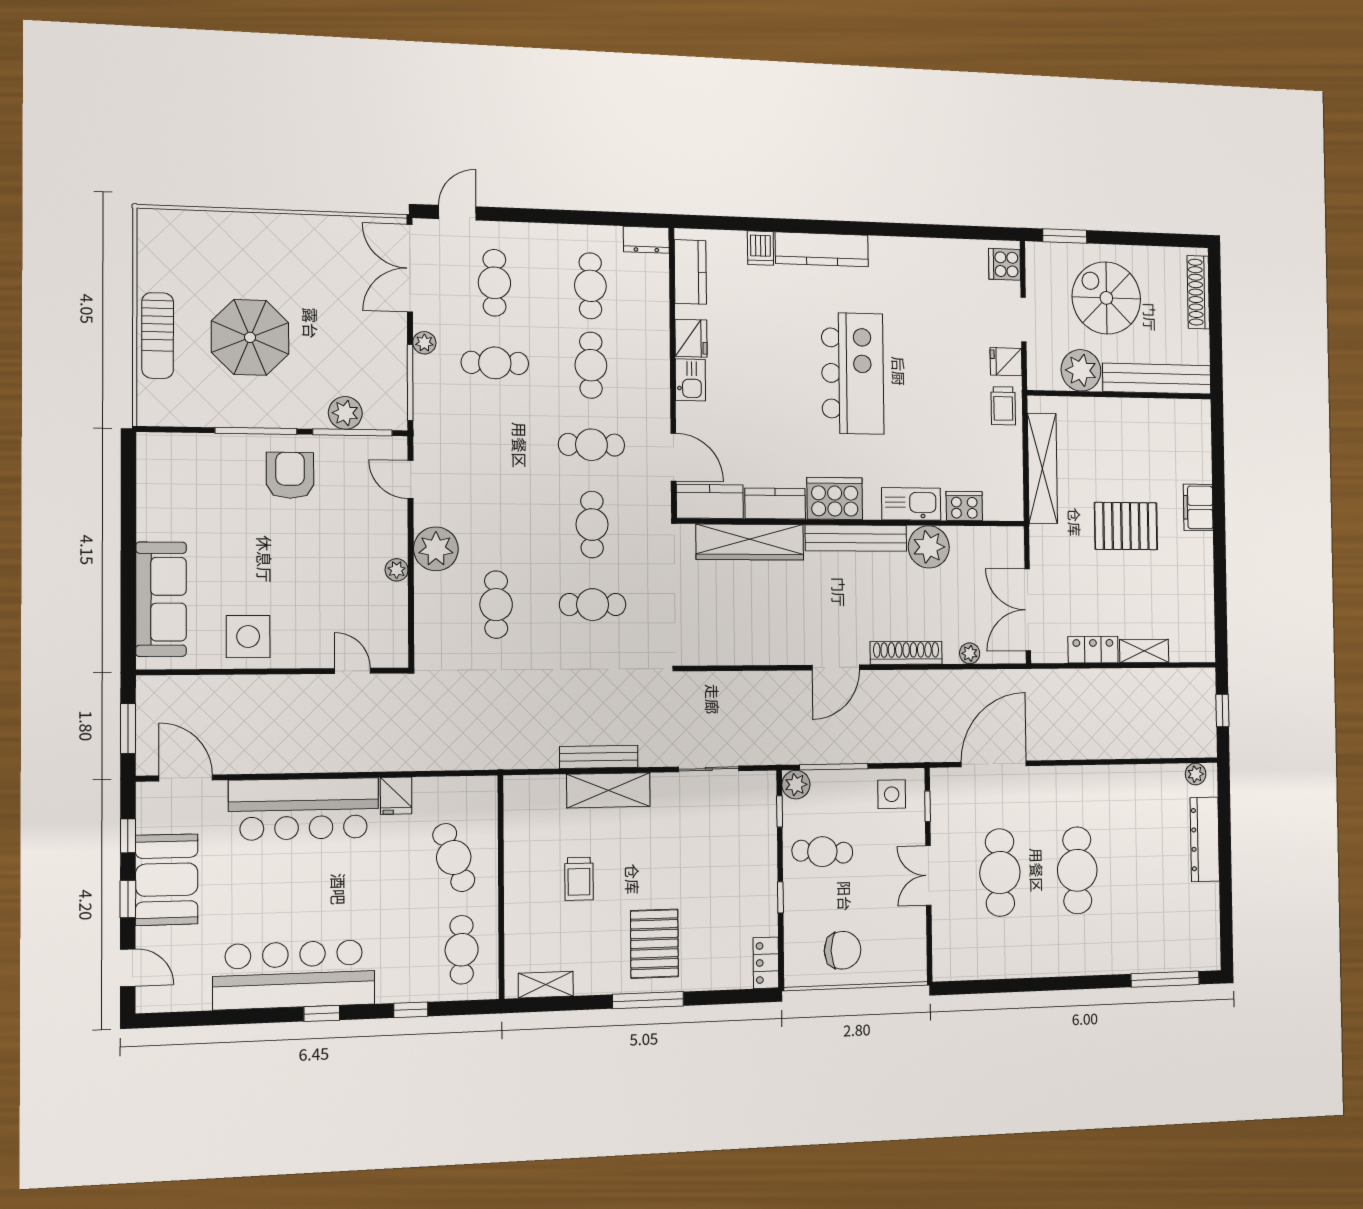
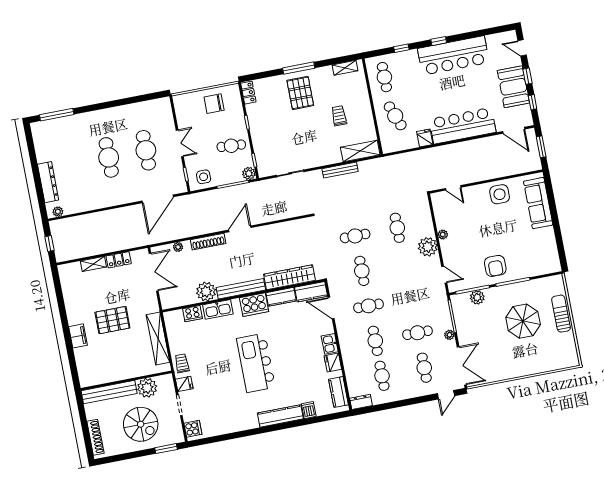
shelving: (609, 790) -> (360, 151), moved

